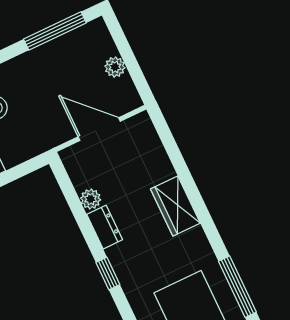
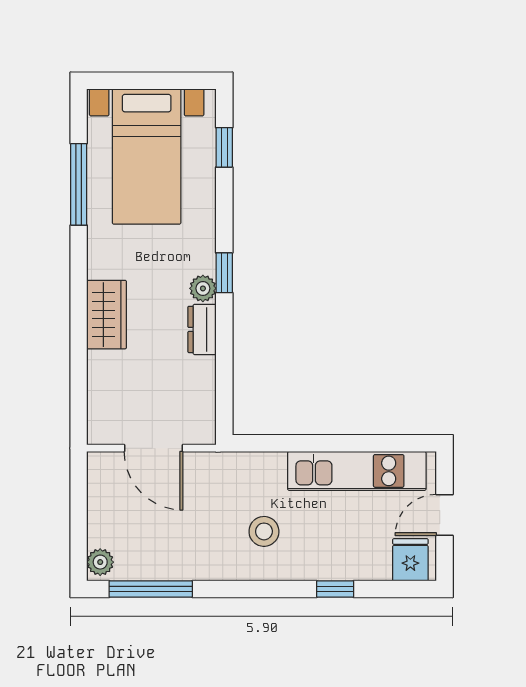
plant: (115, 67) -> (100, 562), moved
plant: (91, 199) -> (203, 288), moved

